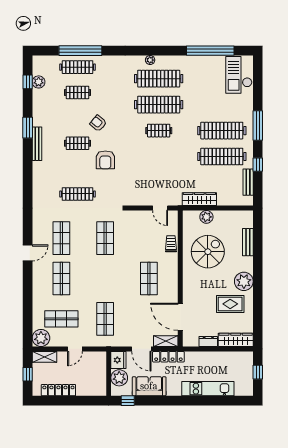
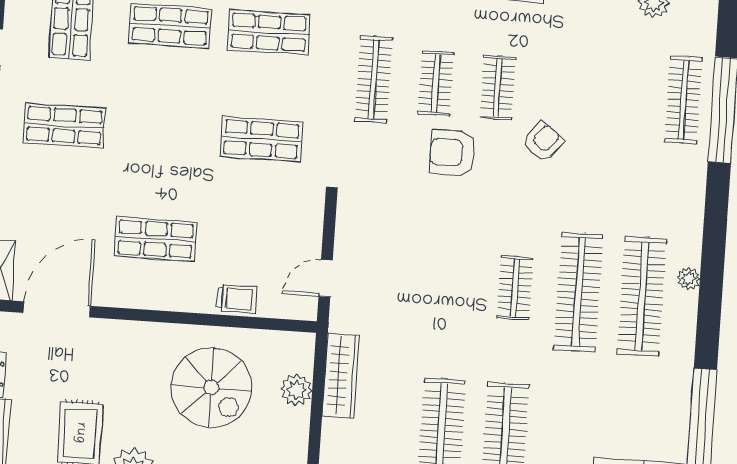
clothes rail: (78, 92) -> (436, 83), moved

